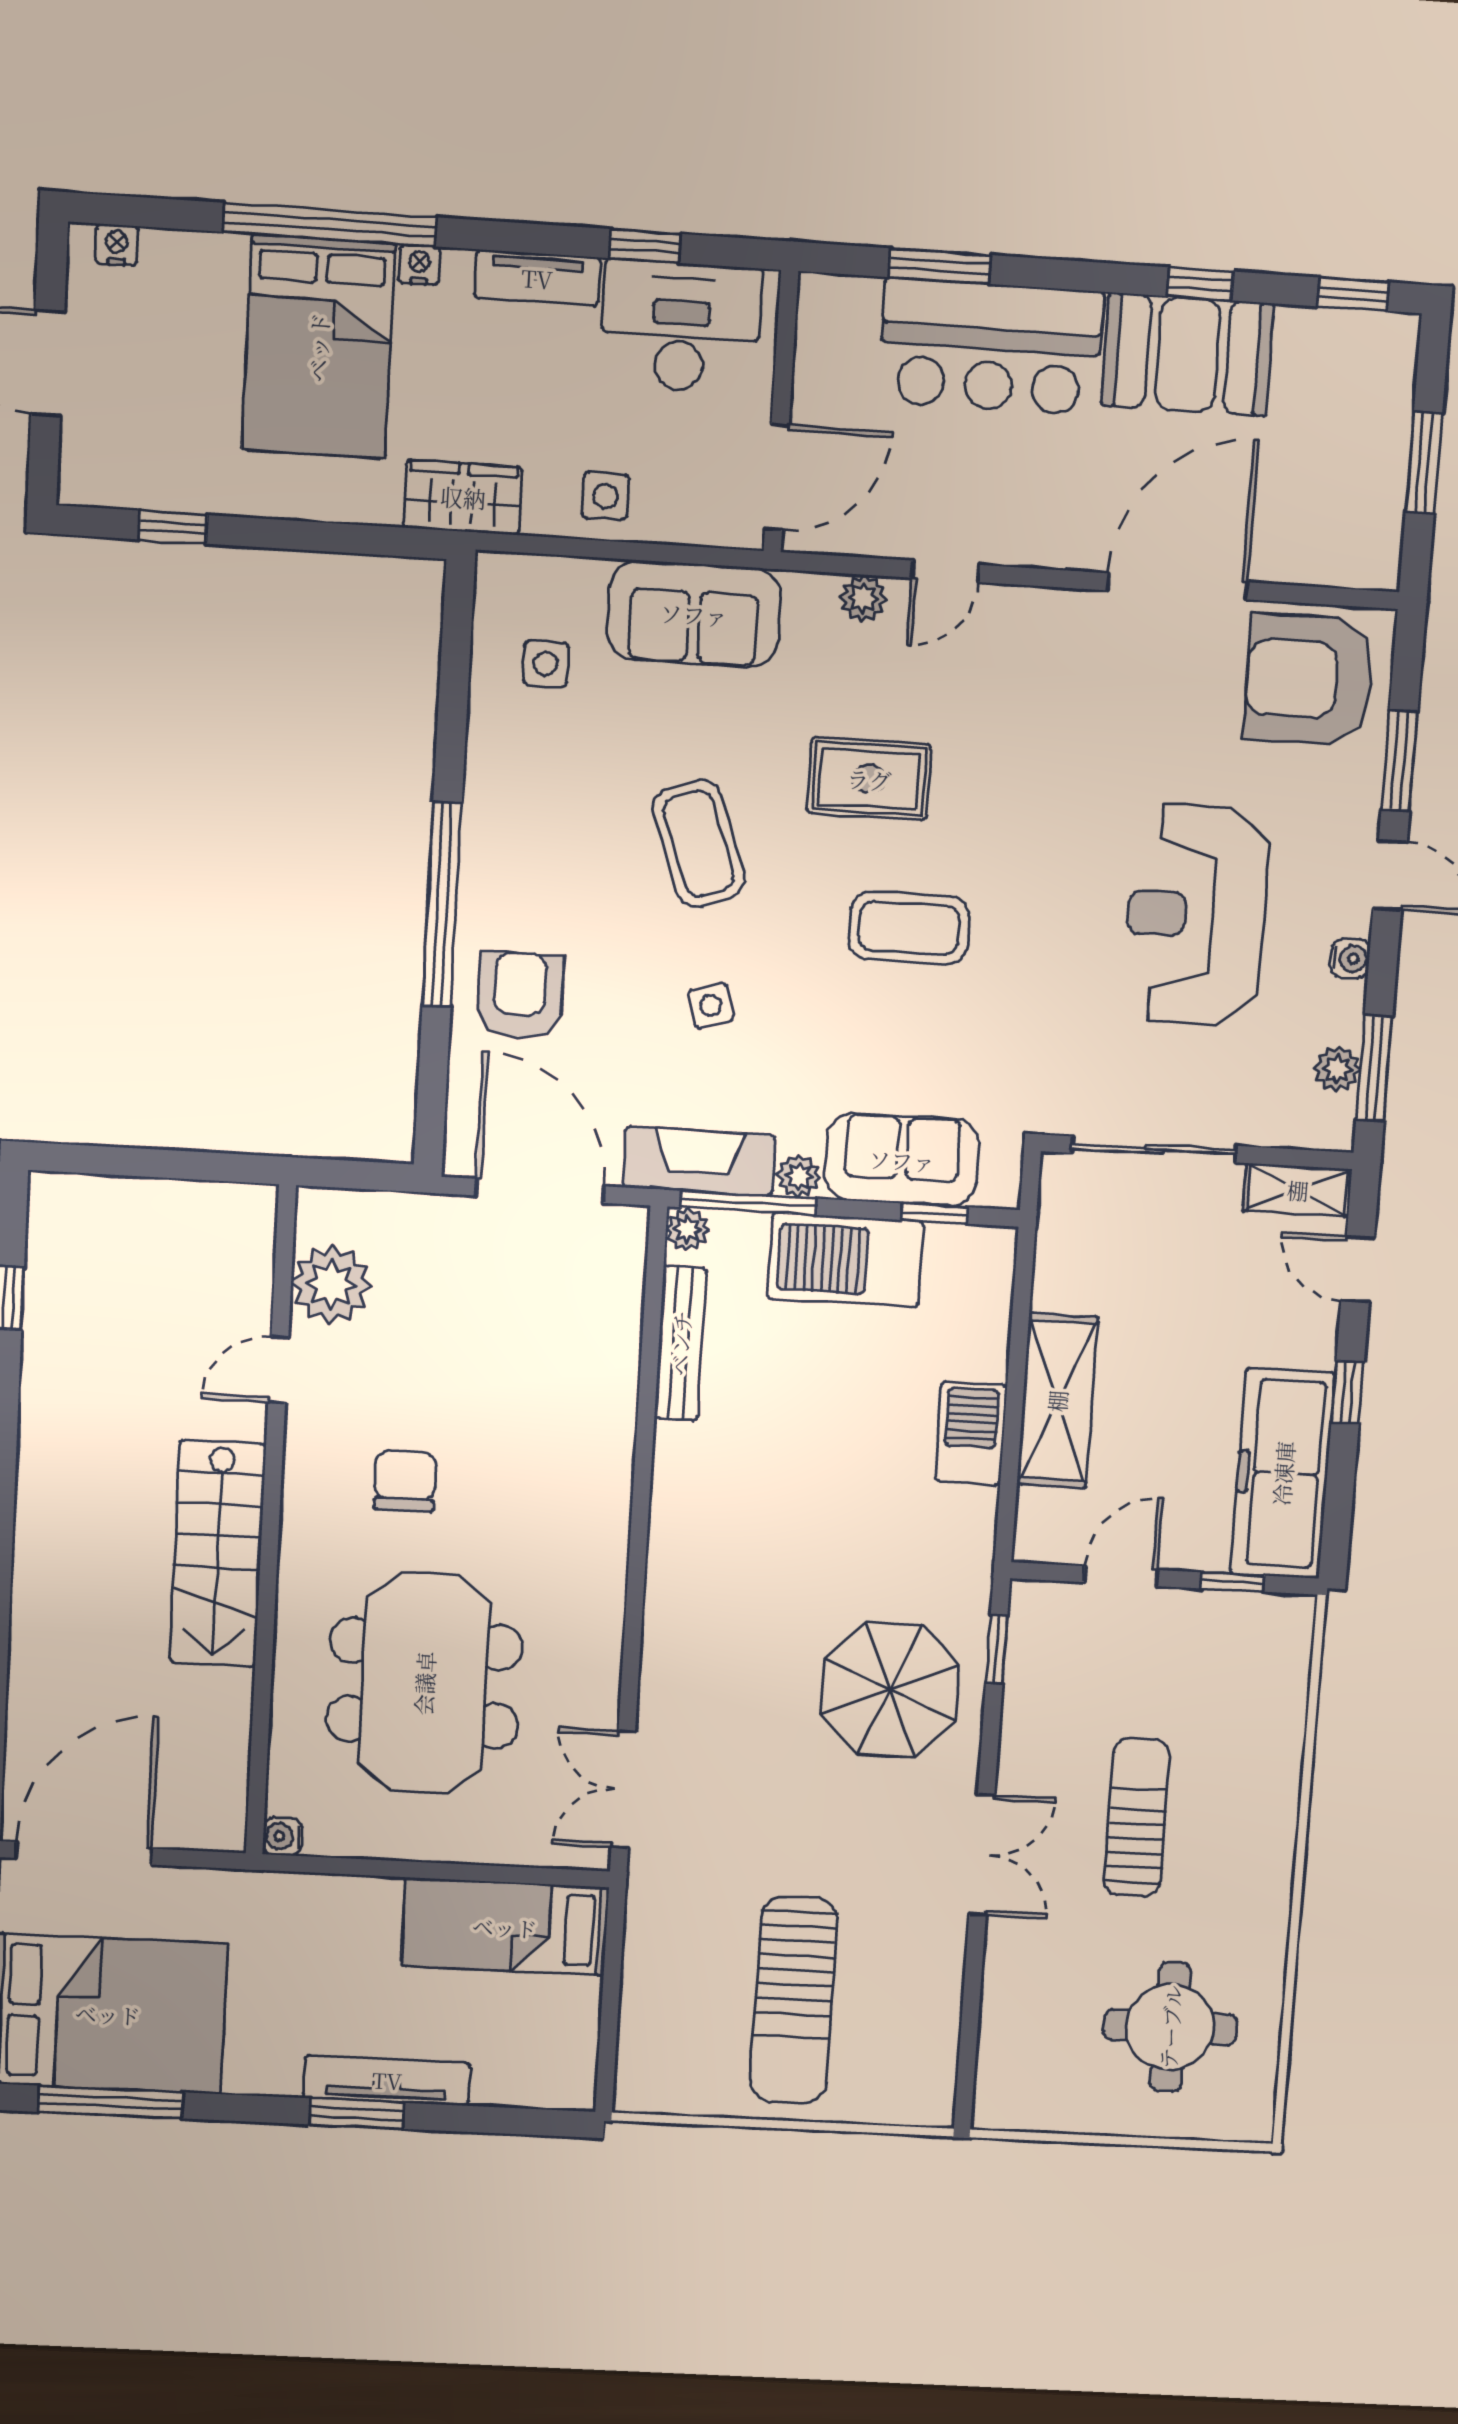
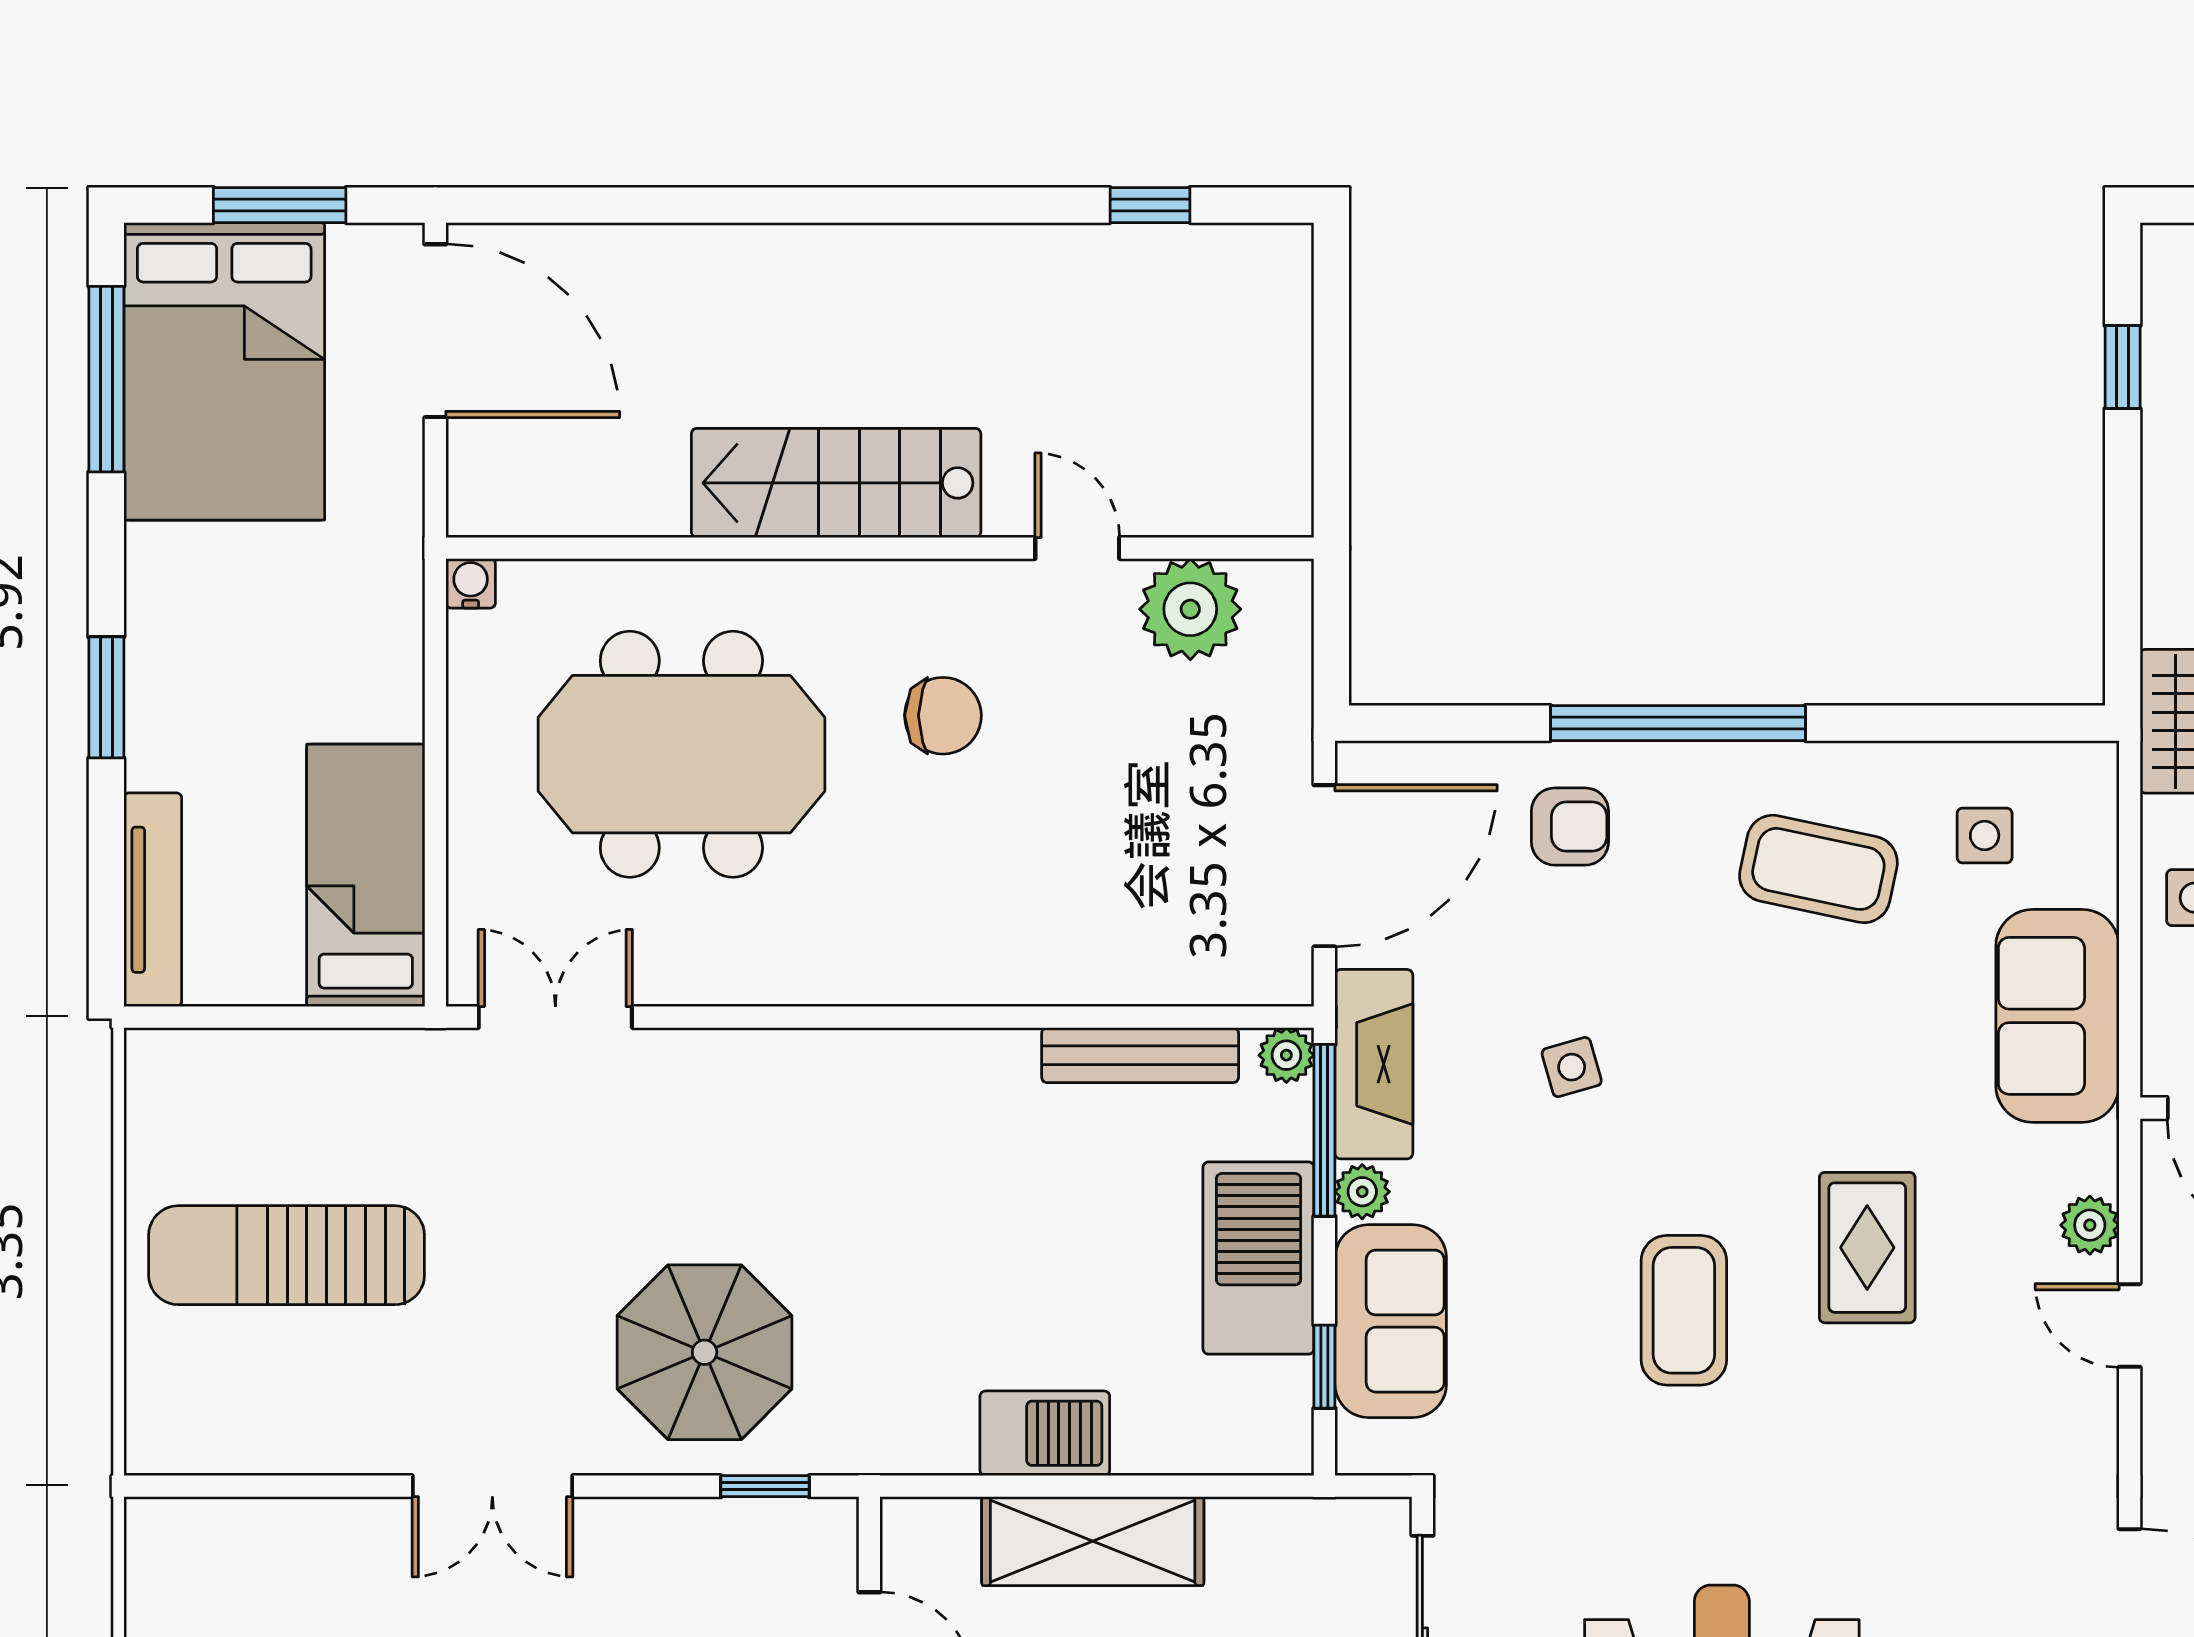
coffee table: (699, 844) -> (1818, 869), moved, turned 32
armchair: (520, 995) -> (1570, 827), width x0.72, depth x0.72
tv unit: (387, 2080) -> (153, 900), moved

